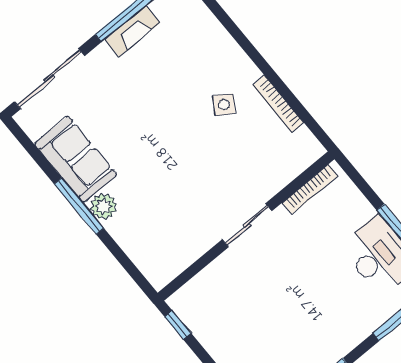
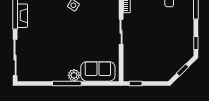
sofa: (76, 159) -> (98, 71), moved

